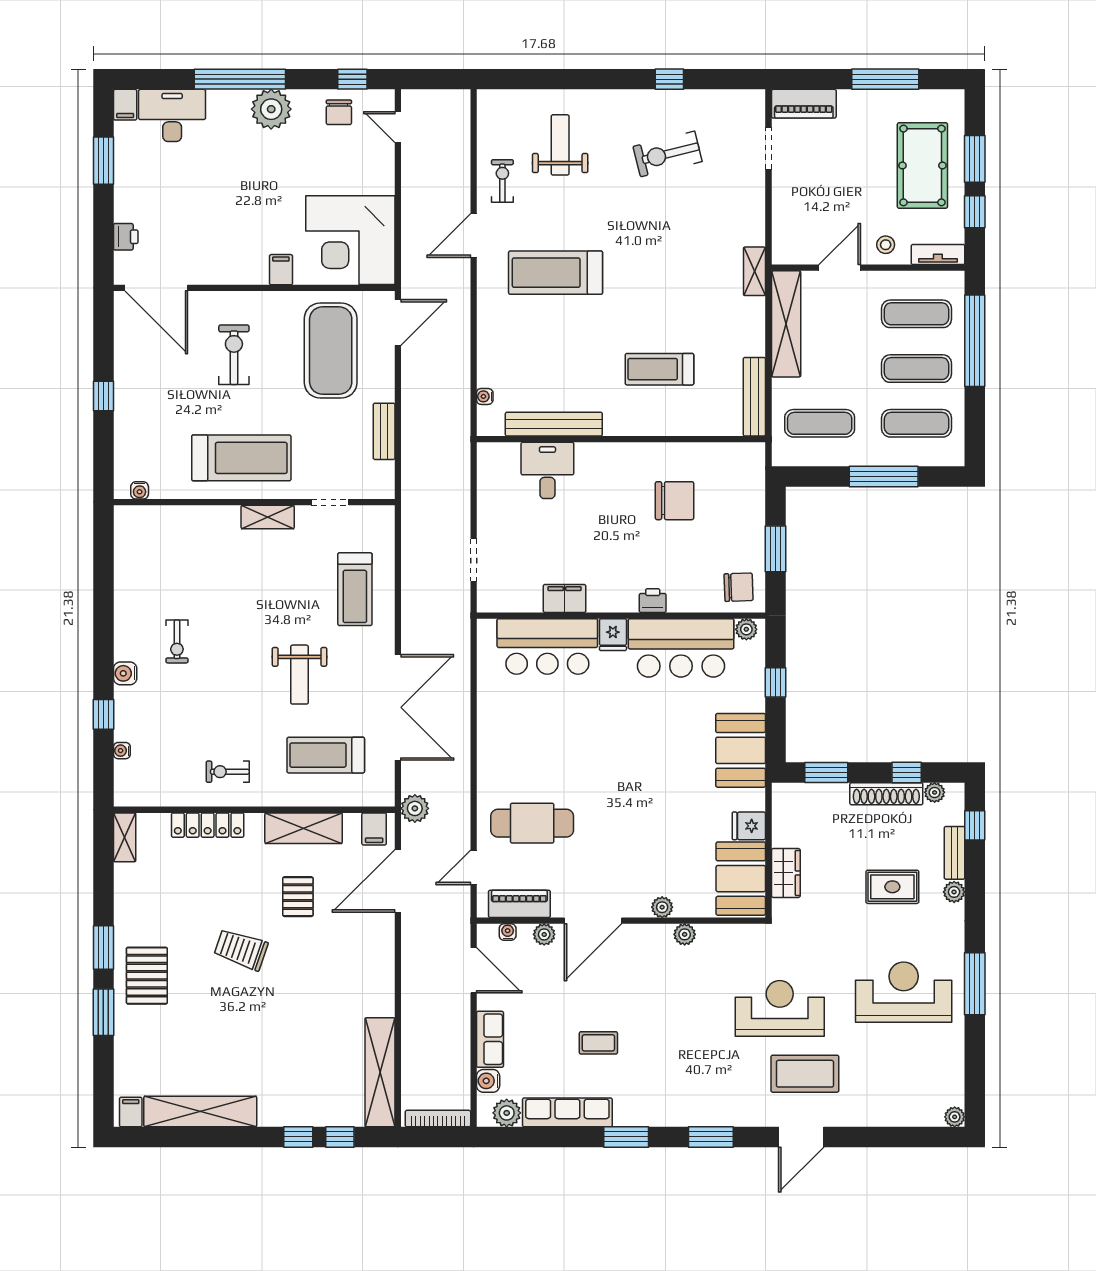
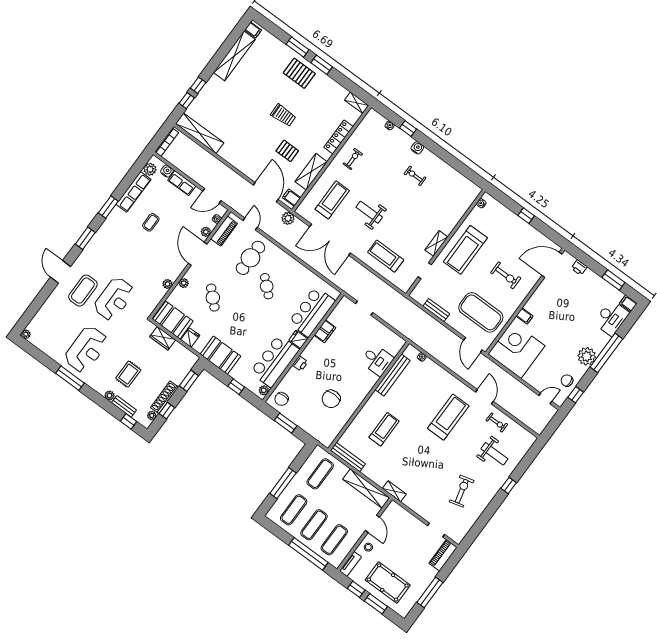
window: (669, 79) -> (509, 485), moved
cafe table: (561, 758) -> (267, 286), added
cafe table: (650, 838) -> (213, 298), added
trolley: (241, 949) -> (283, 115), turned 69

